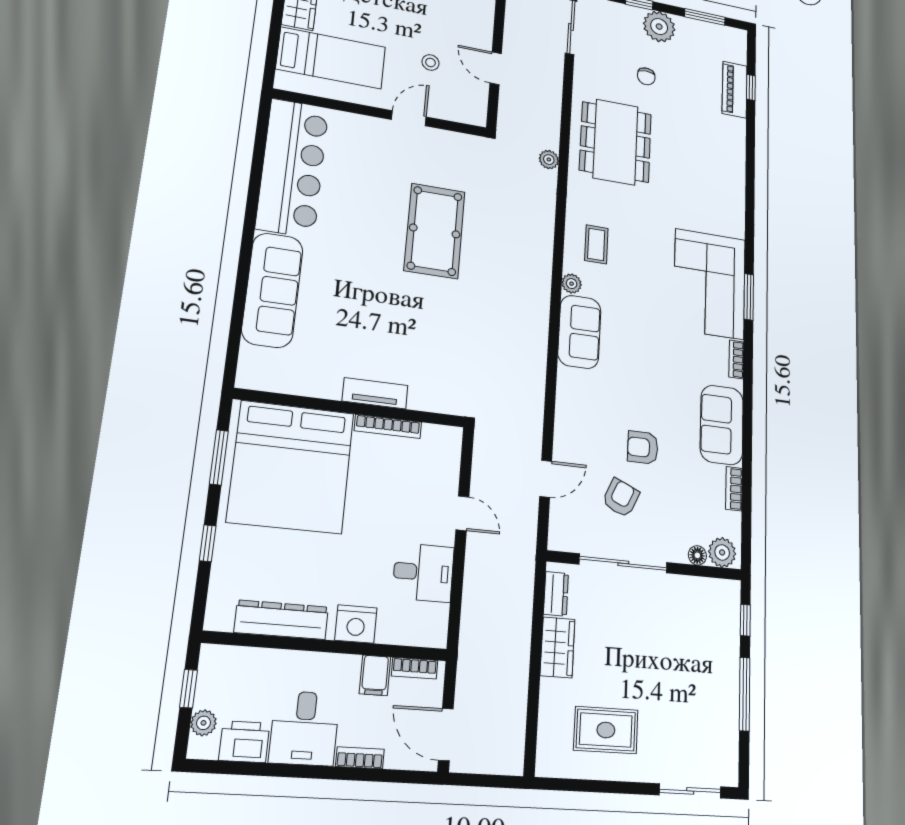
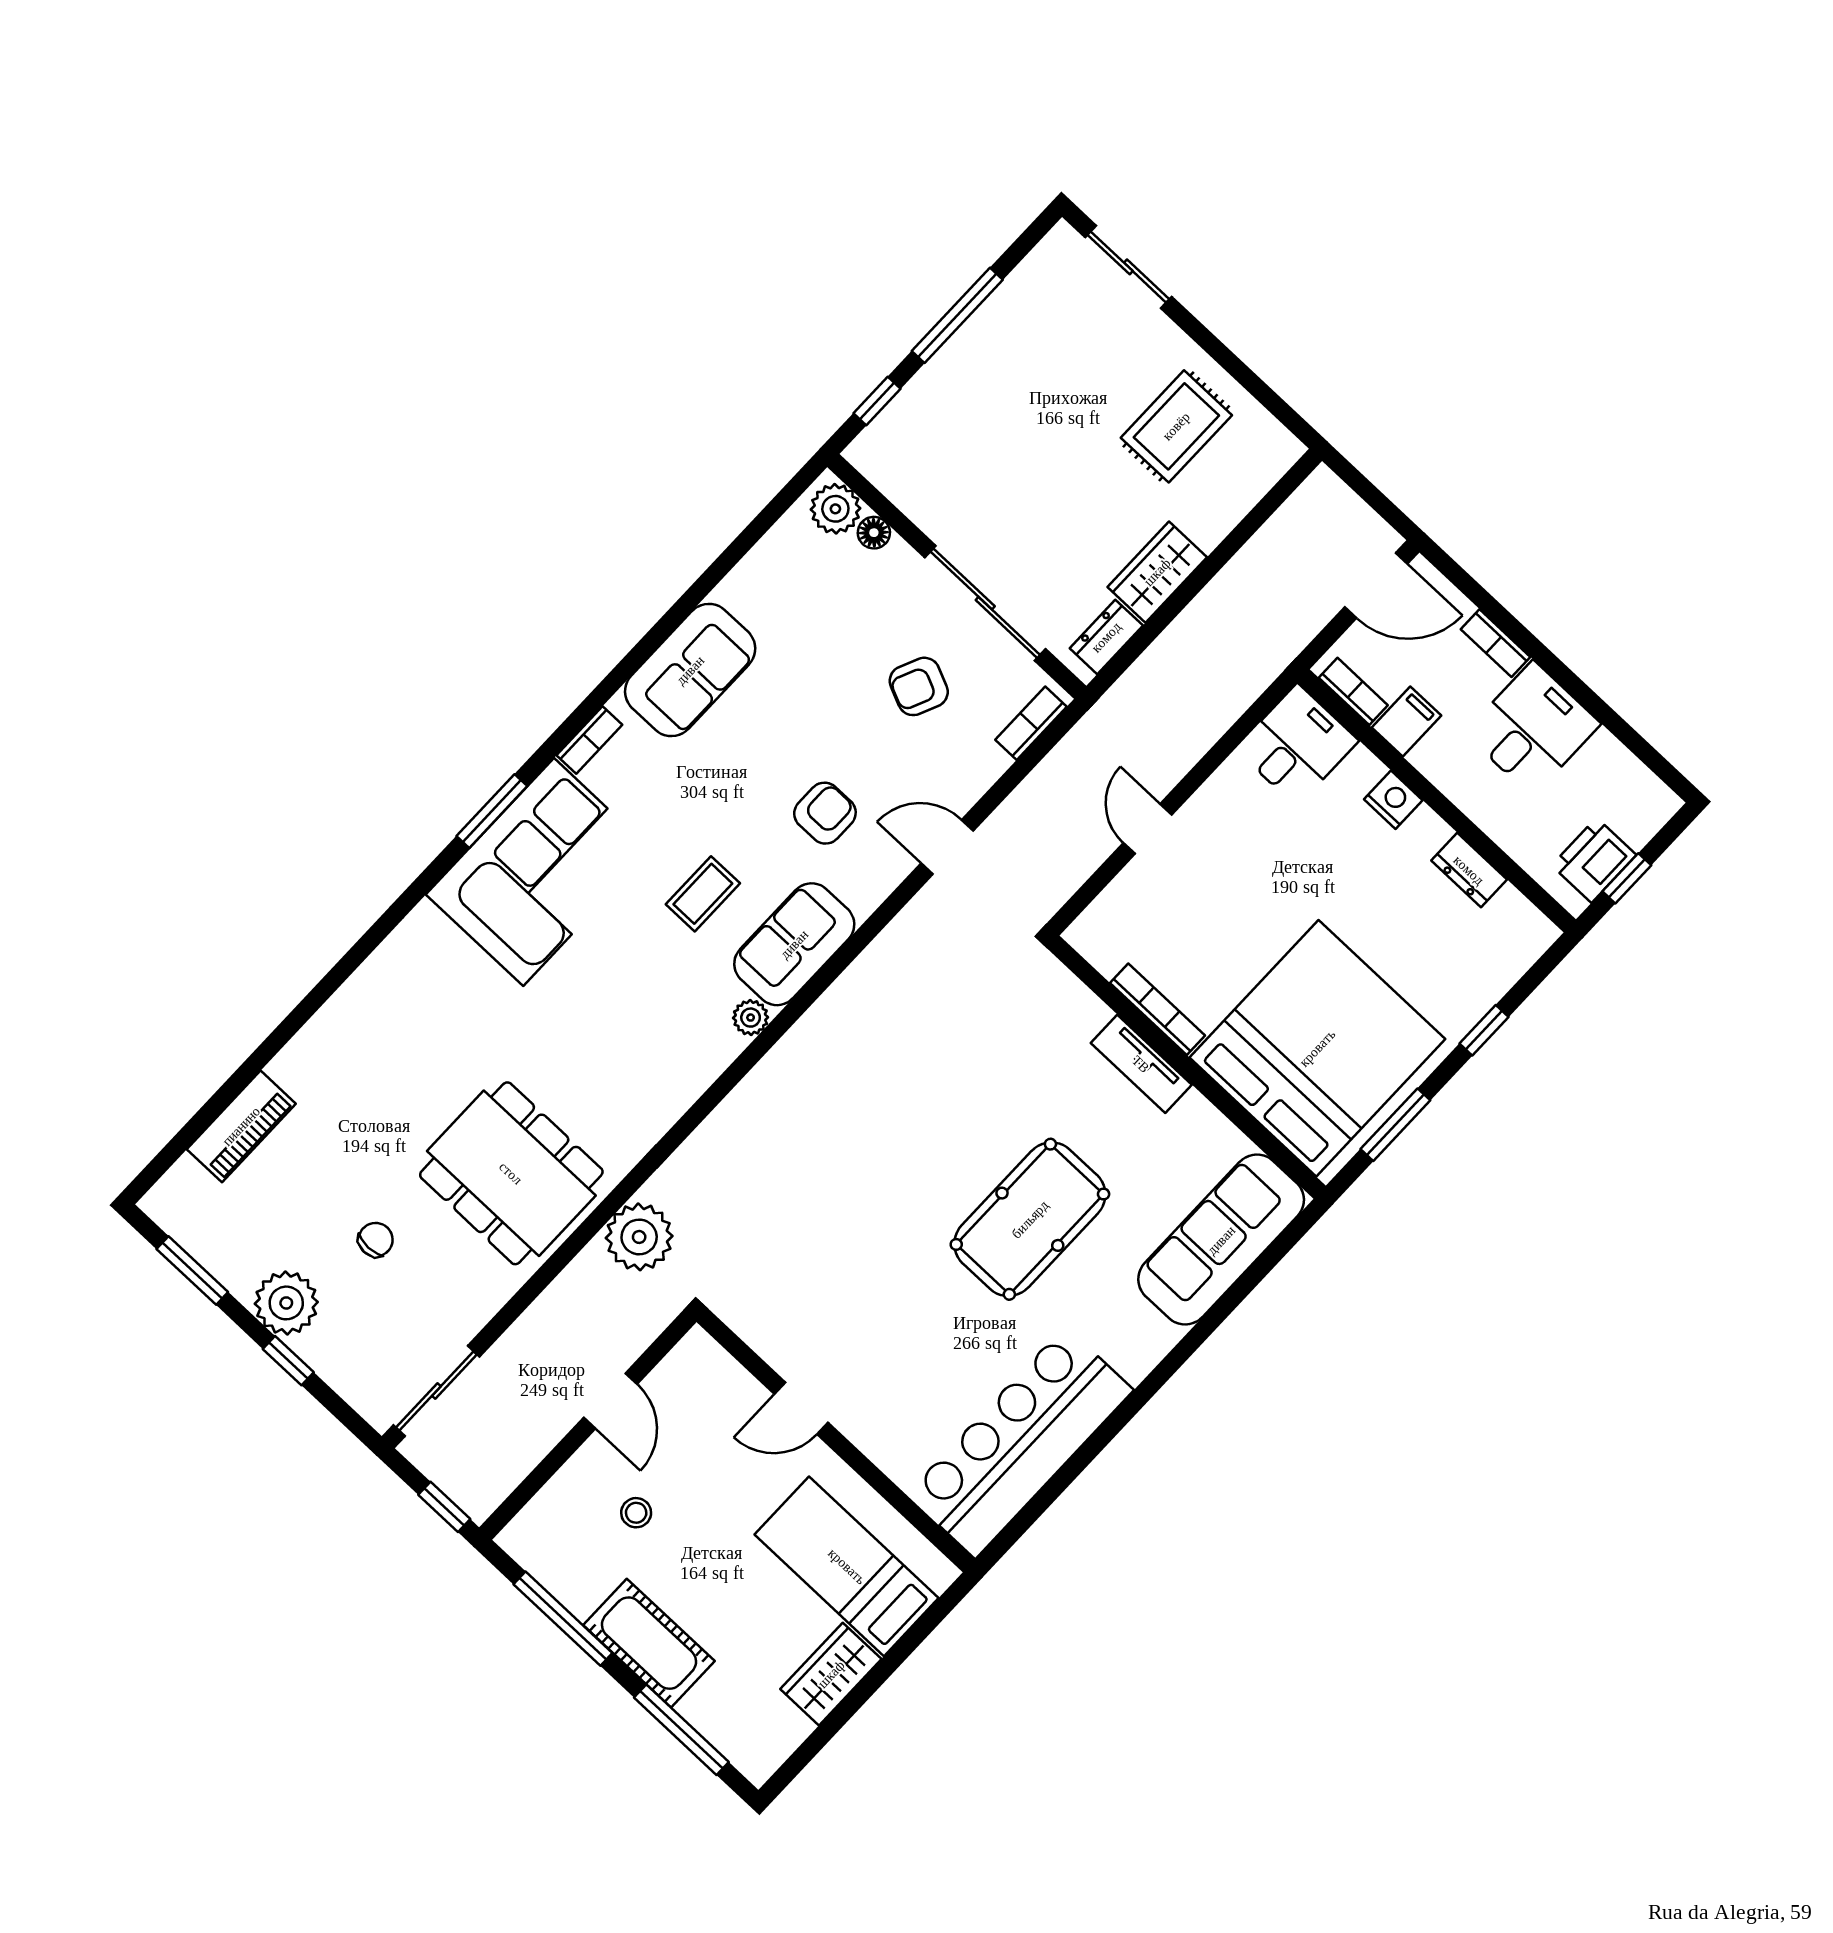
stool: (430, 62) -> (636, 1513), moved
window: (751, 87) -> (209, 1112), removed
dining table: (615, 142) -> (511, 1173), turned 90
plant: (549, 160) -> (639, 1237), width x1.87, depth x1.87
pool table: (435, 231) -> (1030, 1219), moved
coffee table: (596, 244) -> (703, 894), moved
sofa: (272, 290) -> (1221, 1240), moved
armchair: (643, 448) -> (825, 813), moved, turned -90
door: (546, 479) -> (947, 847), moved
bookcase: (734, 489) -> (1031, 723), moved, turned 180
desk: (423, 572) -> (1297, 745), moved, turned 90
dresser: (281, 620) -> (1469, 870), width x0.51, depth x0.80
nightstand: (356, 624) -> (1393, 800), width x0.74, depth x0.75
plant: (203, 723) -> (1638, 826), removed
rug: (606, 730) -> (1176, 426), turned 90
door: (446, 735) -> (1376, 585), hinge flipped
printer: (244, 742) -> (1594, 860), moved, turned 90

